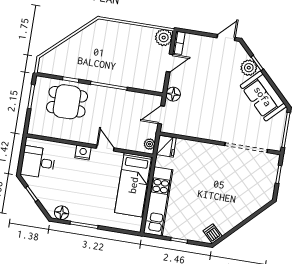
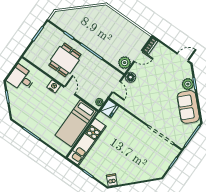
plant: (164, 38) -> (125, 63), moved
dining table: (67, 102) -> (65, 60), moved, turned 90
door: (161, 115) -> (116, 87), swing flipped
floor lamp: (62, 213) -> (21, 119), removed

